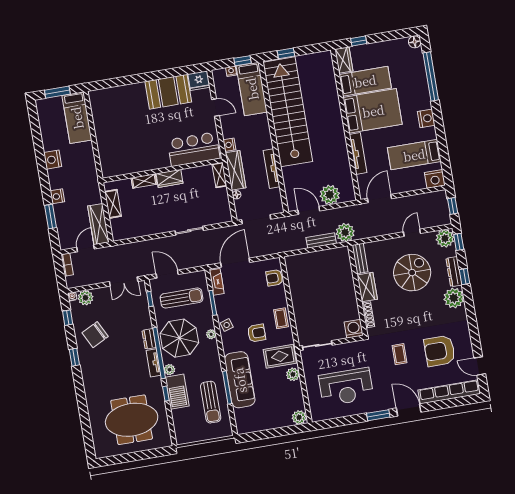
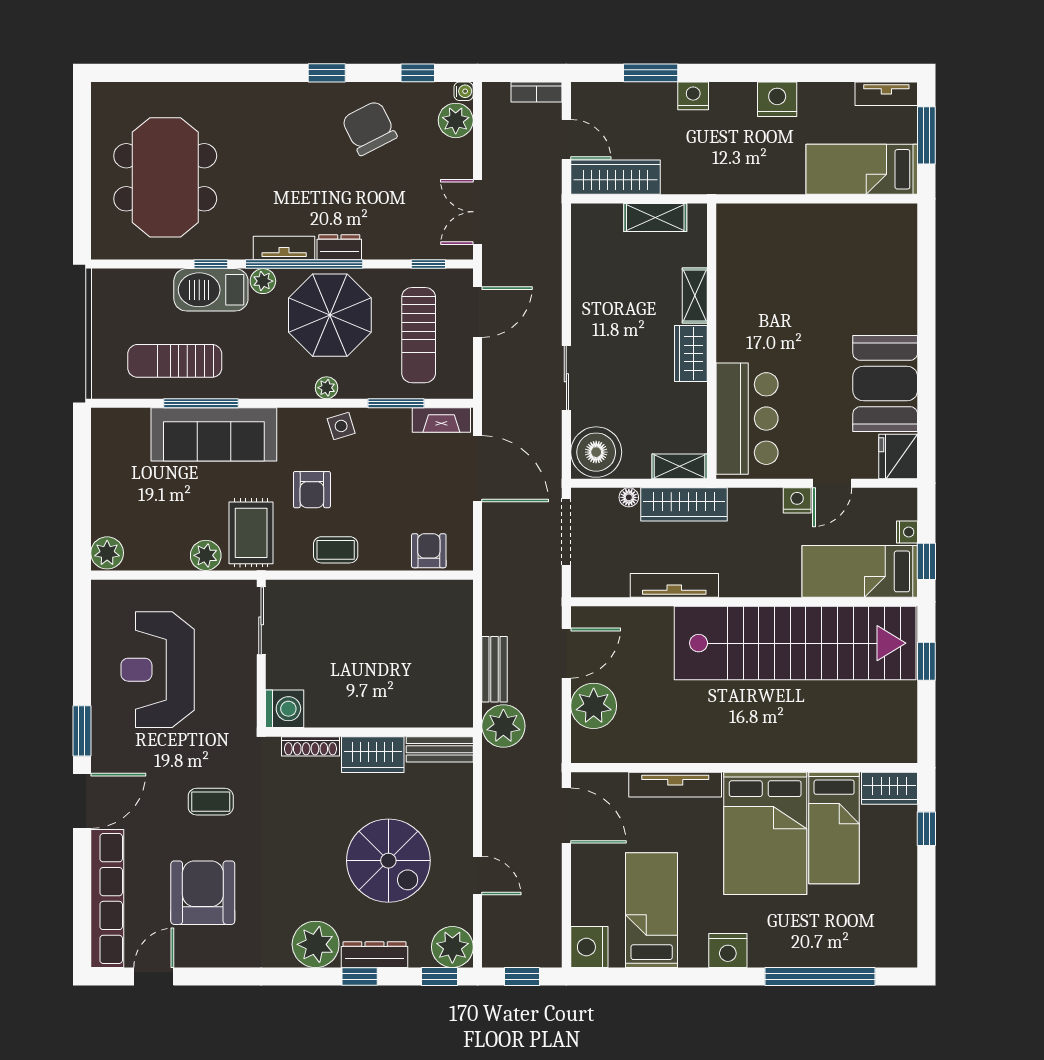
floor lamp: (415, 42) -> (904, 954), removed
tv unit: (42, 113) -> (886, 94), added
nightstand: (229, 145) -> (797, 500), moved
boiler: (219, 212) -> (596, 452), added

